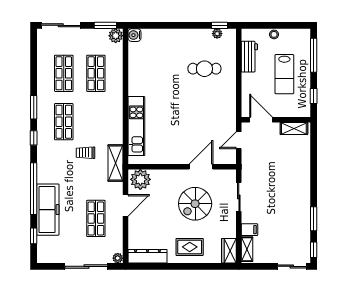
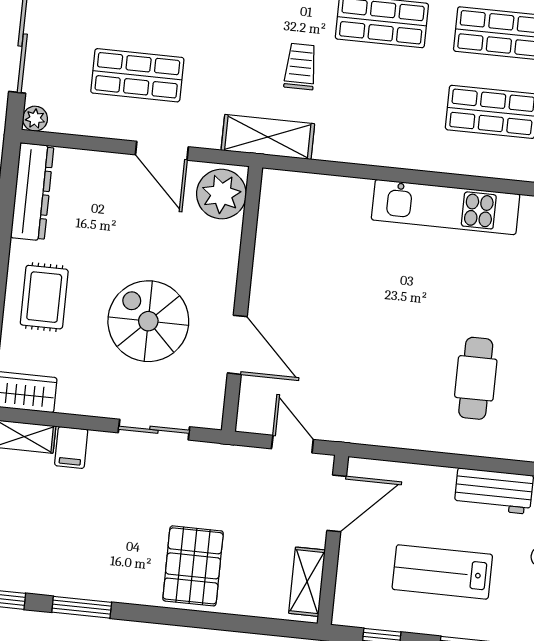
kitchen unit: (136, 126) -> (446, 207), moved
pallet: (292, 175) -> (193, 566), added

